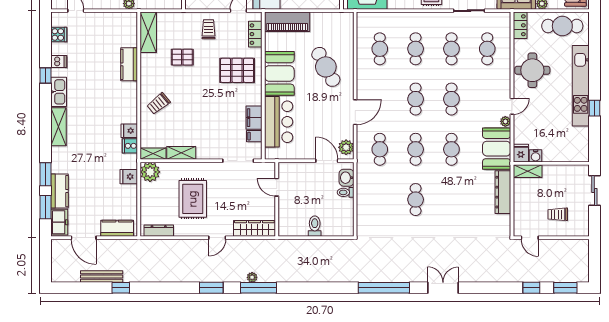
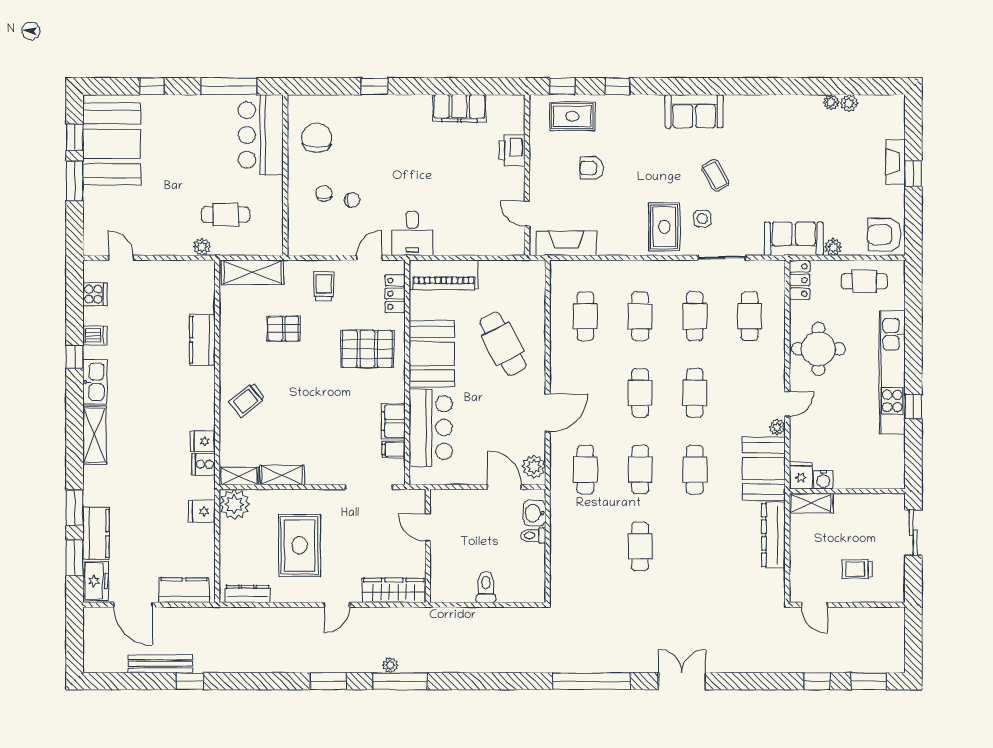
cafe table: (562, 26) -> (864, 281), width x0.73, depth x0.74
shelving: (148, 32) -> (252, 272), moved, turned 90

